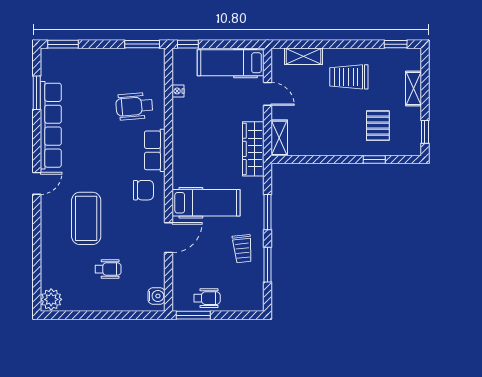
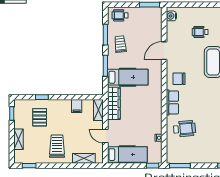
trolley: (349, 77) -> (57, 146), turned -90
filing cabinet: (316, 144) -> (77, 106), added
hospital bed: (206, 203) -> (128, 77), moved, turned 180
wheelchair: (207, 298) -> (120, 15), moved

